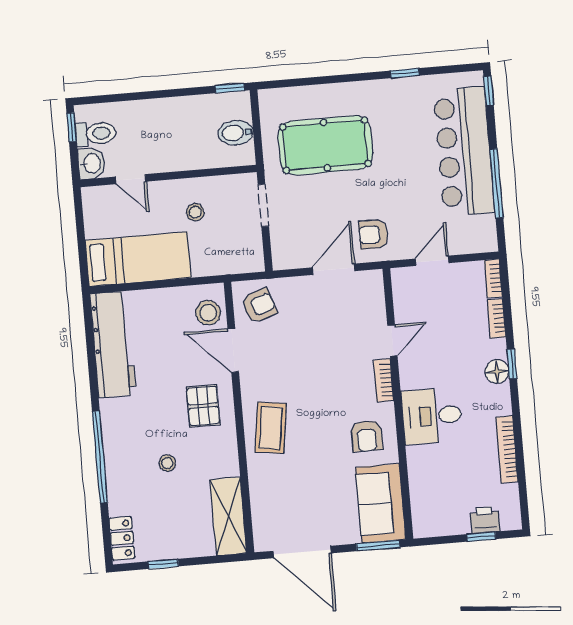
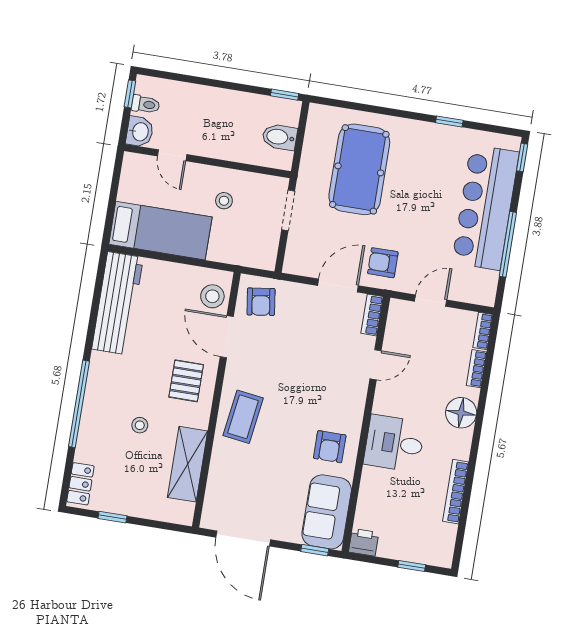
toilet: (96, 134) -> (146, 104), width x0.73, depth x0.72
pool table: (325, 145) -> (359, 169), turned 90
armchair: (259, 306) -> (261, 302), turned 101
window: (512, 364) -> (480, 414), removed
floor lamp: (497, 371) -> (461, 413), width x1.38, depth x1.38
bookcase: (384, 380) -> (372, 315), moved
shelving: (228, 516) -> (188, 464), moved
printer: (485, 520) -> (364, 542), moved
window: (378, 546) -> (315, 550), width x0.67

